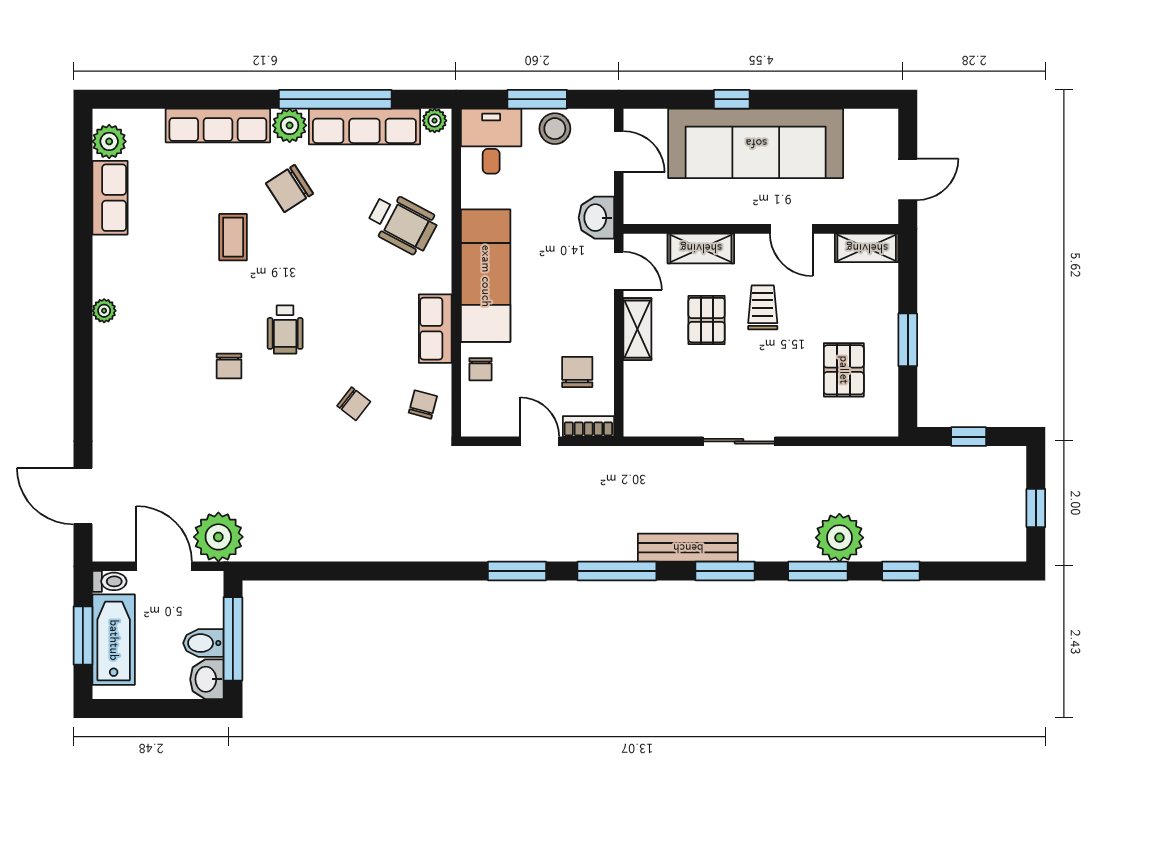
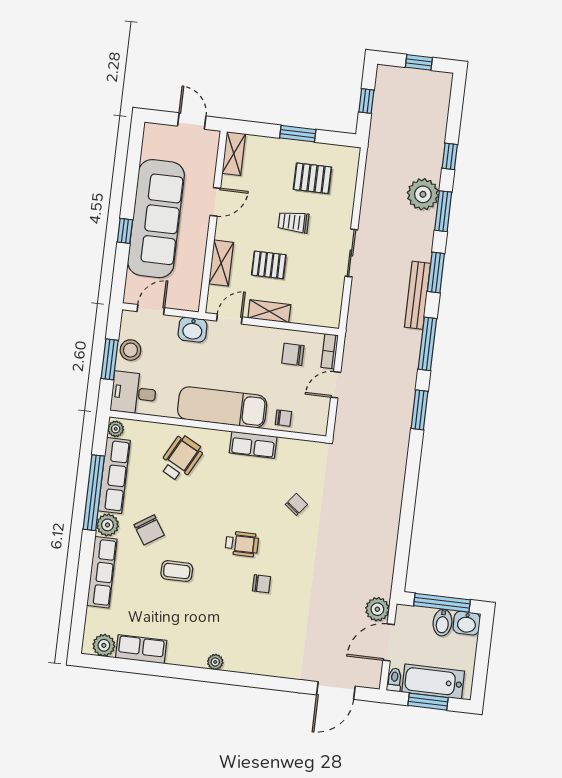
trolley: (763, 307) -> (294, 222), moved
chair: (423, 404) -> (302, 459), removed
plant: (218, 537) -> (377, 609), width x0.73, depth x0.73

